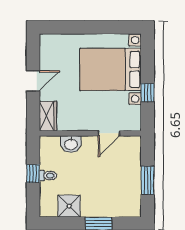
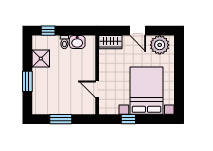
plant: (51, 52) -> (160, 45), added
washbasin: (71, 144) -> (77, 42), moved, turned -90
window: (33, 174) -> (48, 31), moved

